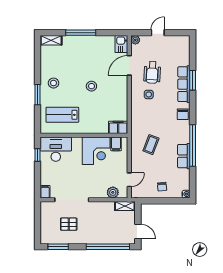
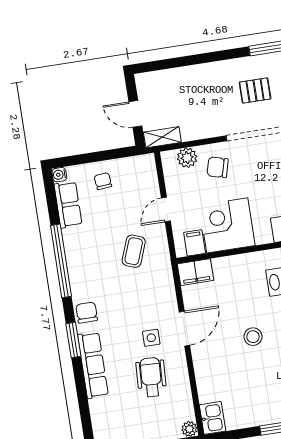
door: (129, 65) -> (184, 329), moved
window: (193, 80) -> (73, 340), moved
row of seats: (184, 156) -> (68, 205), moved
door: (129, 180) -> (166, 209), moved
chair: (96, 184) -> (218, 167), added
door: (138, 232) -> (135, 114), moved
window: (108, 247) -> (181, 62), removed

